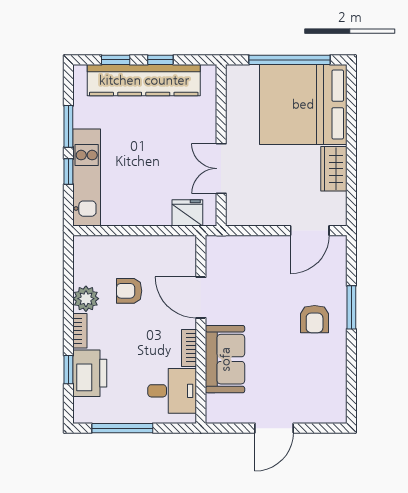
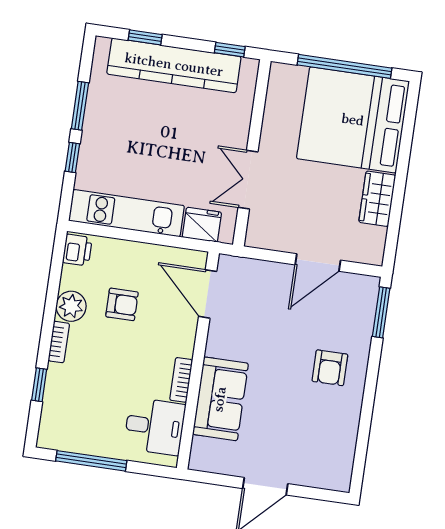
window: (160, 60) -> (230, 50), moved
kitchen unit: (87, 177) -> (126, 213), moved, turned -90
door: (310, 231) -> (318, 262), moved
armchair: (129, 291) -> (122, 304), turned 180
door: (201, 298) -> (208, 294), moved
window: (351, 307) -> (381, 312), moved
printer: (90, 373) -> (77, 250), moved, width x0.53, depth x0.68

